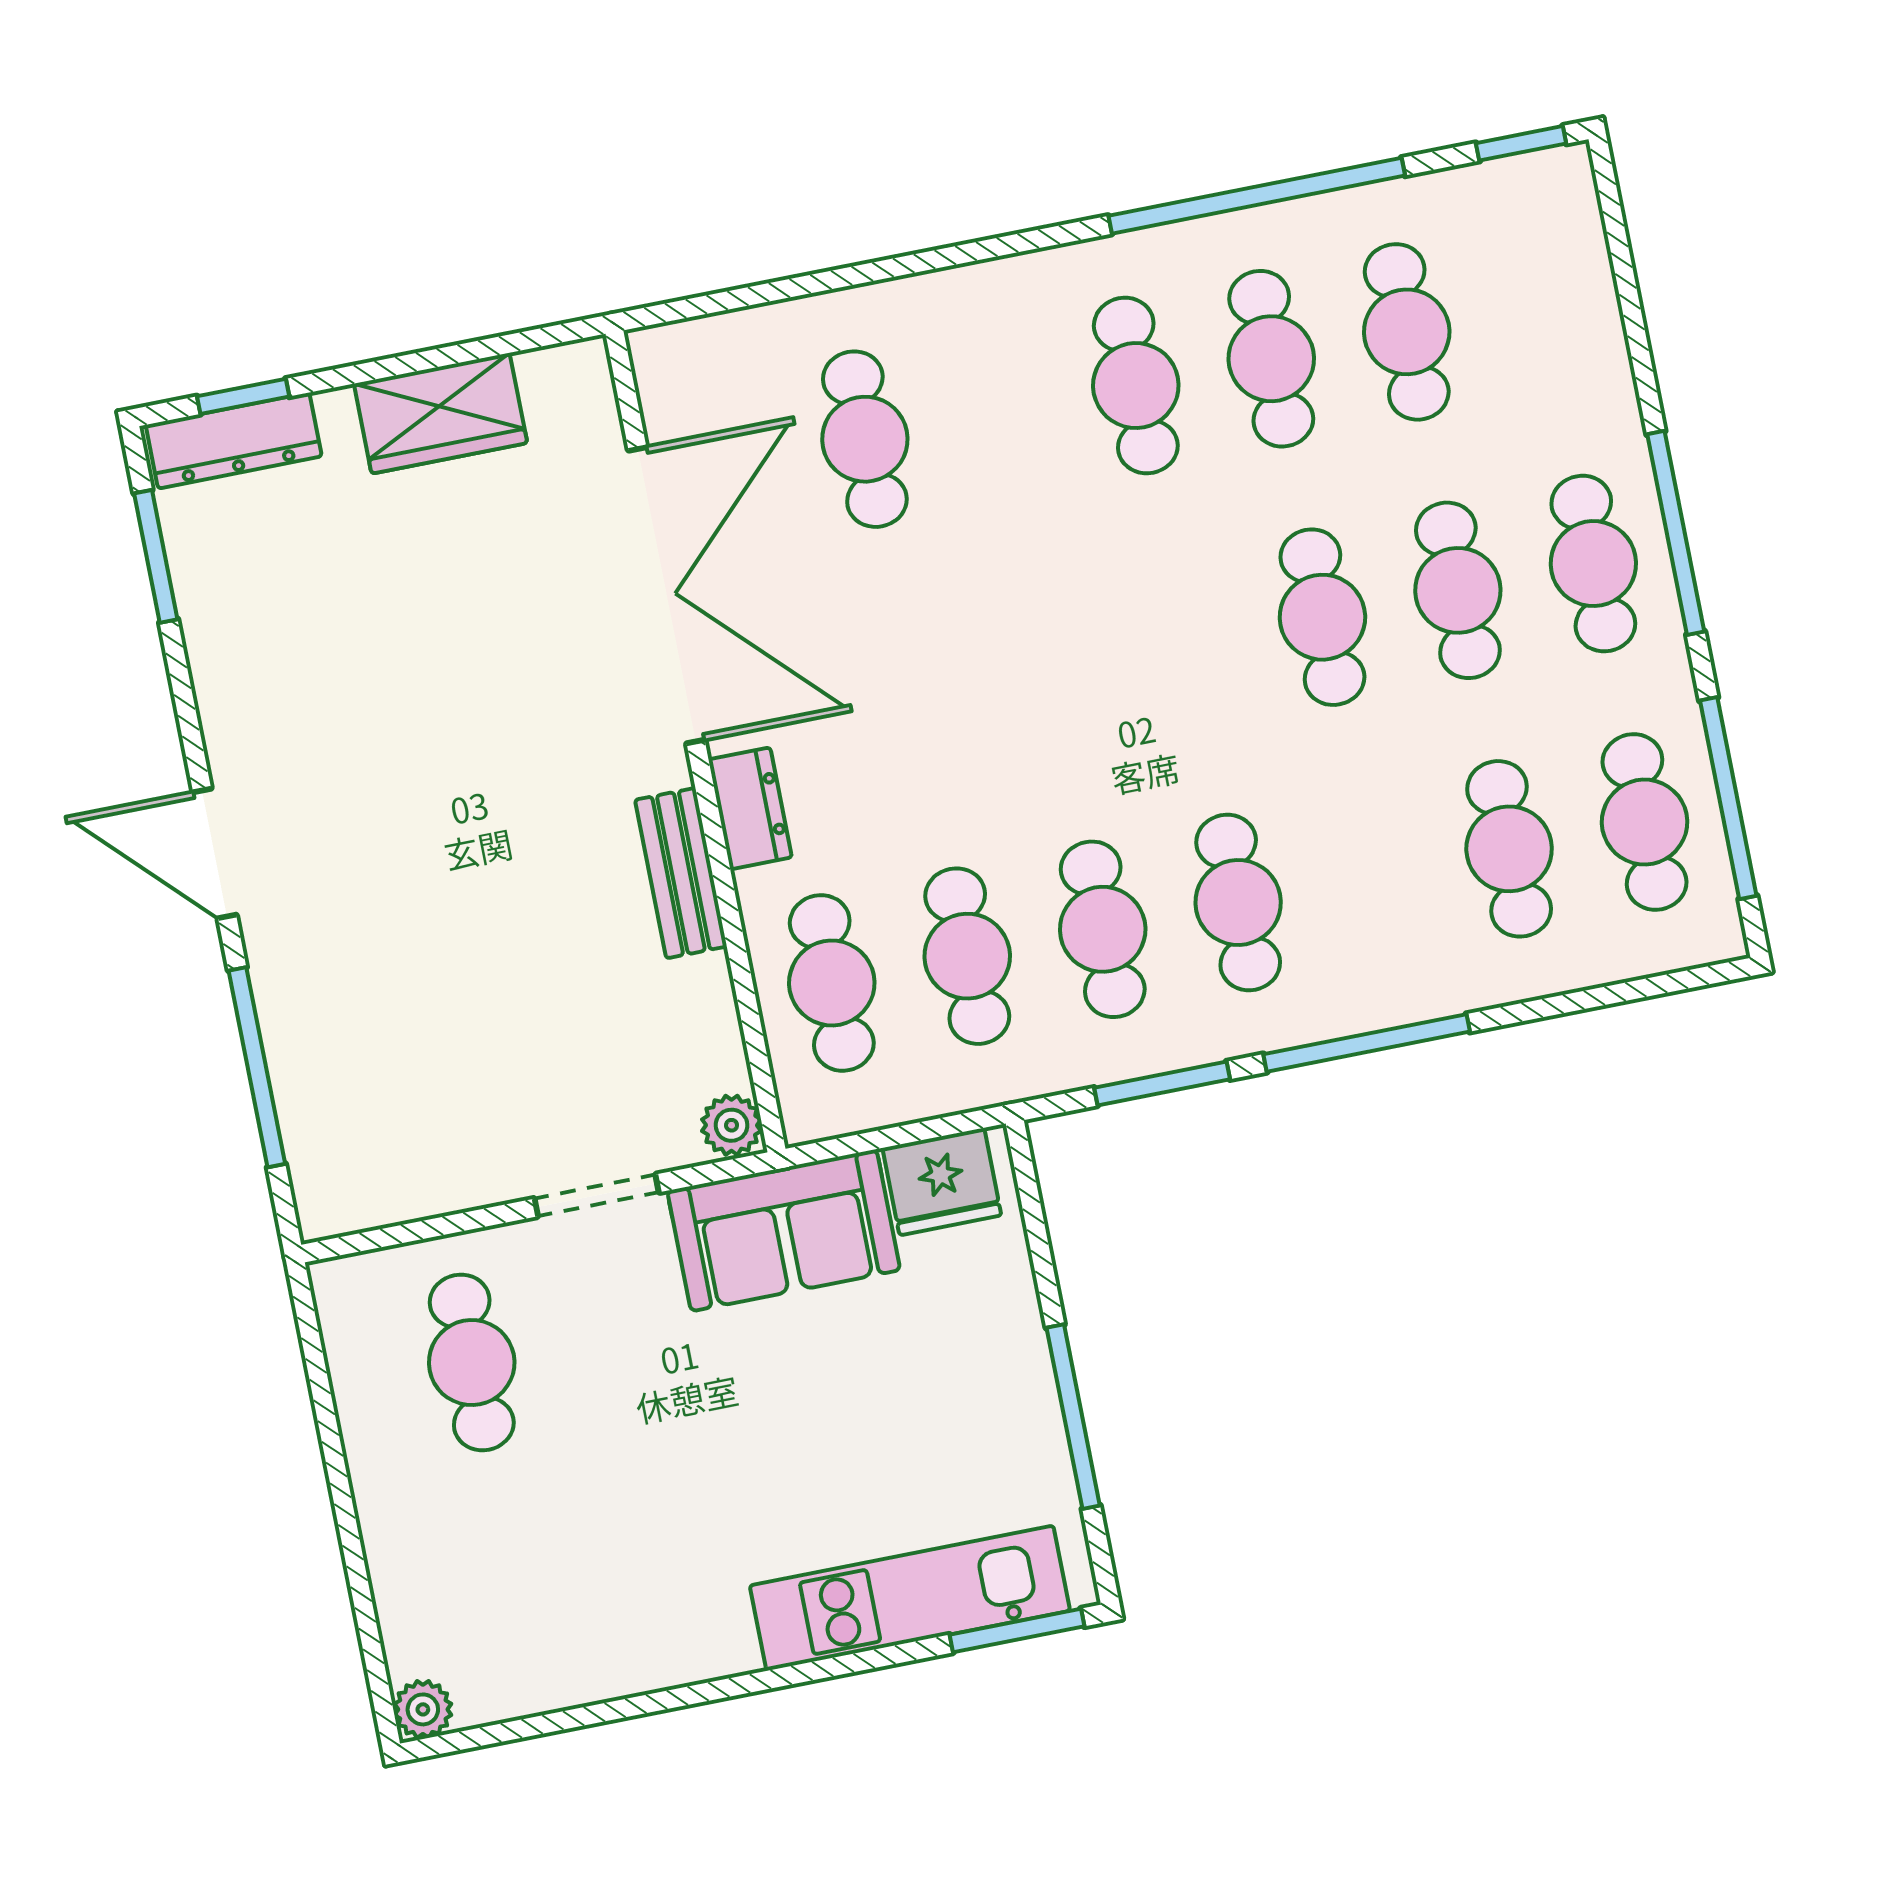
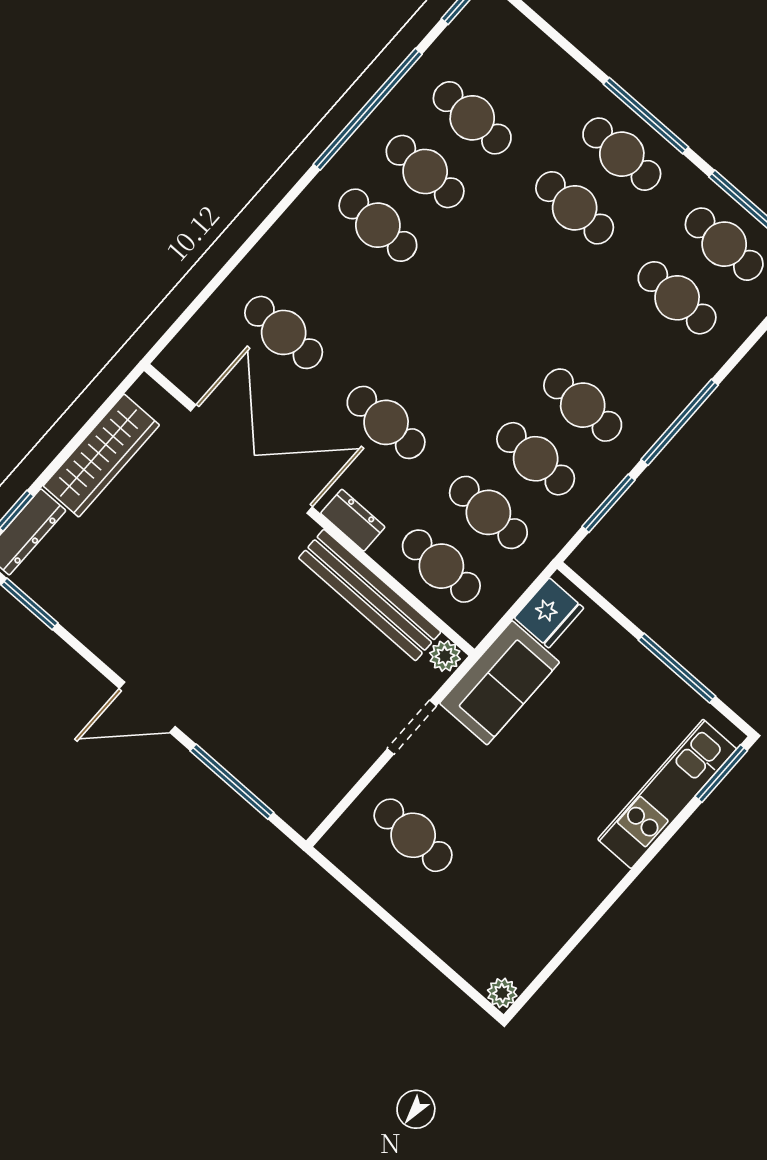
wardrobe: (441, 413) -> (101, 456), width x1.50
cafe table: (1322, 617) -> (386, 422), moved
bench: (681, 873) -> (370, 595), width x1.86, depth x1.21

